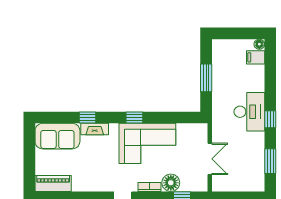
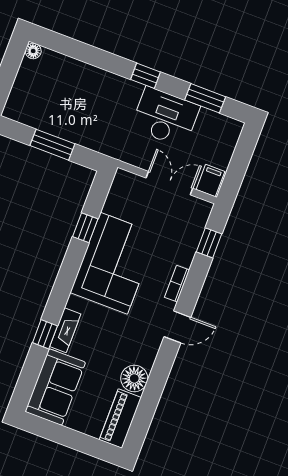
filing cabinet: (256, 57) -> (210, 181), moved, turned 180
desk: (249, 112) -> (165, 117), moved
window: (134, 117) -> (85, 228), moved
floor lamp: (171, 183) -> (134, 378), moved

